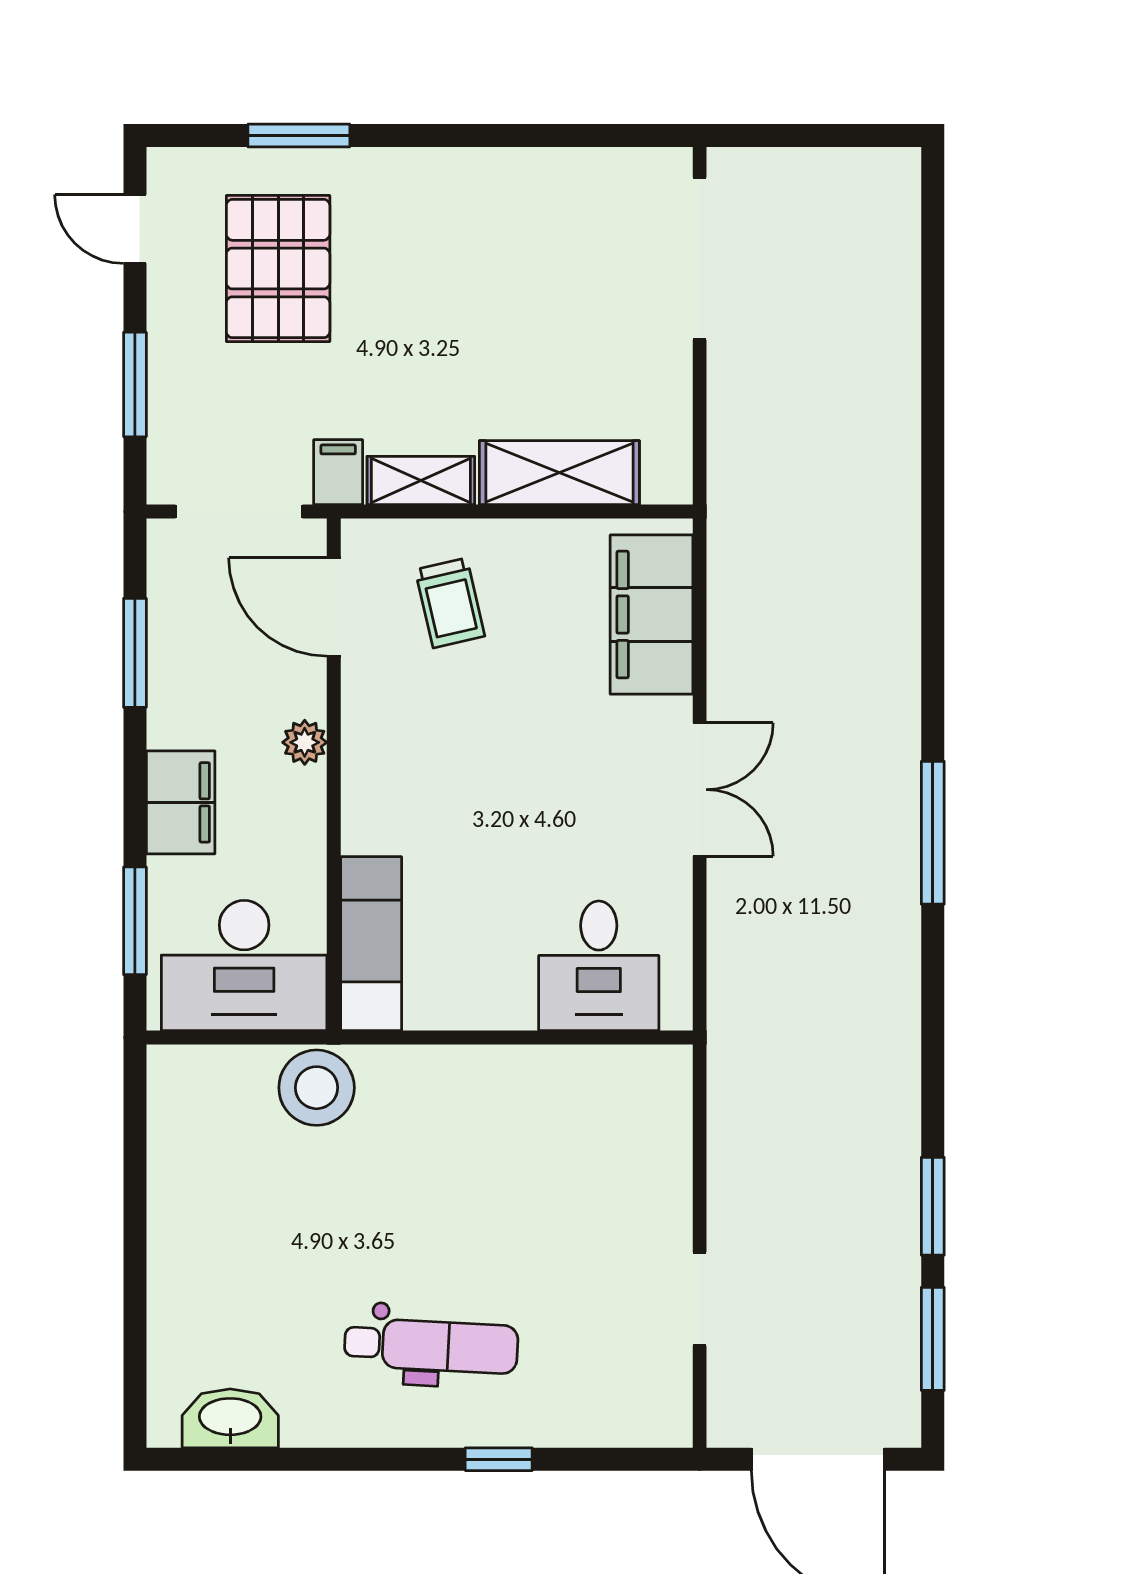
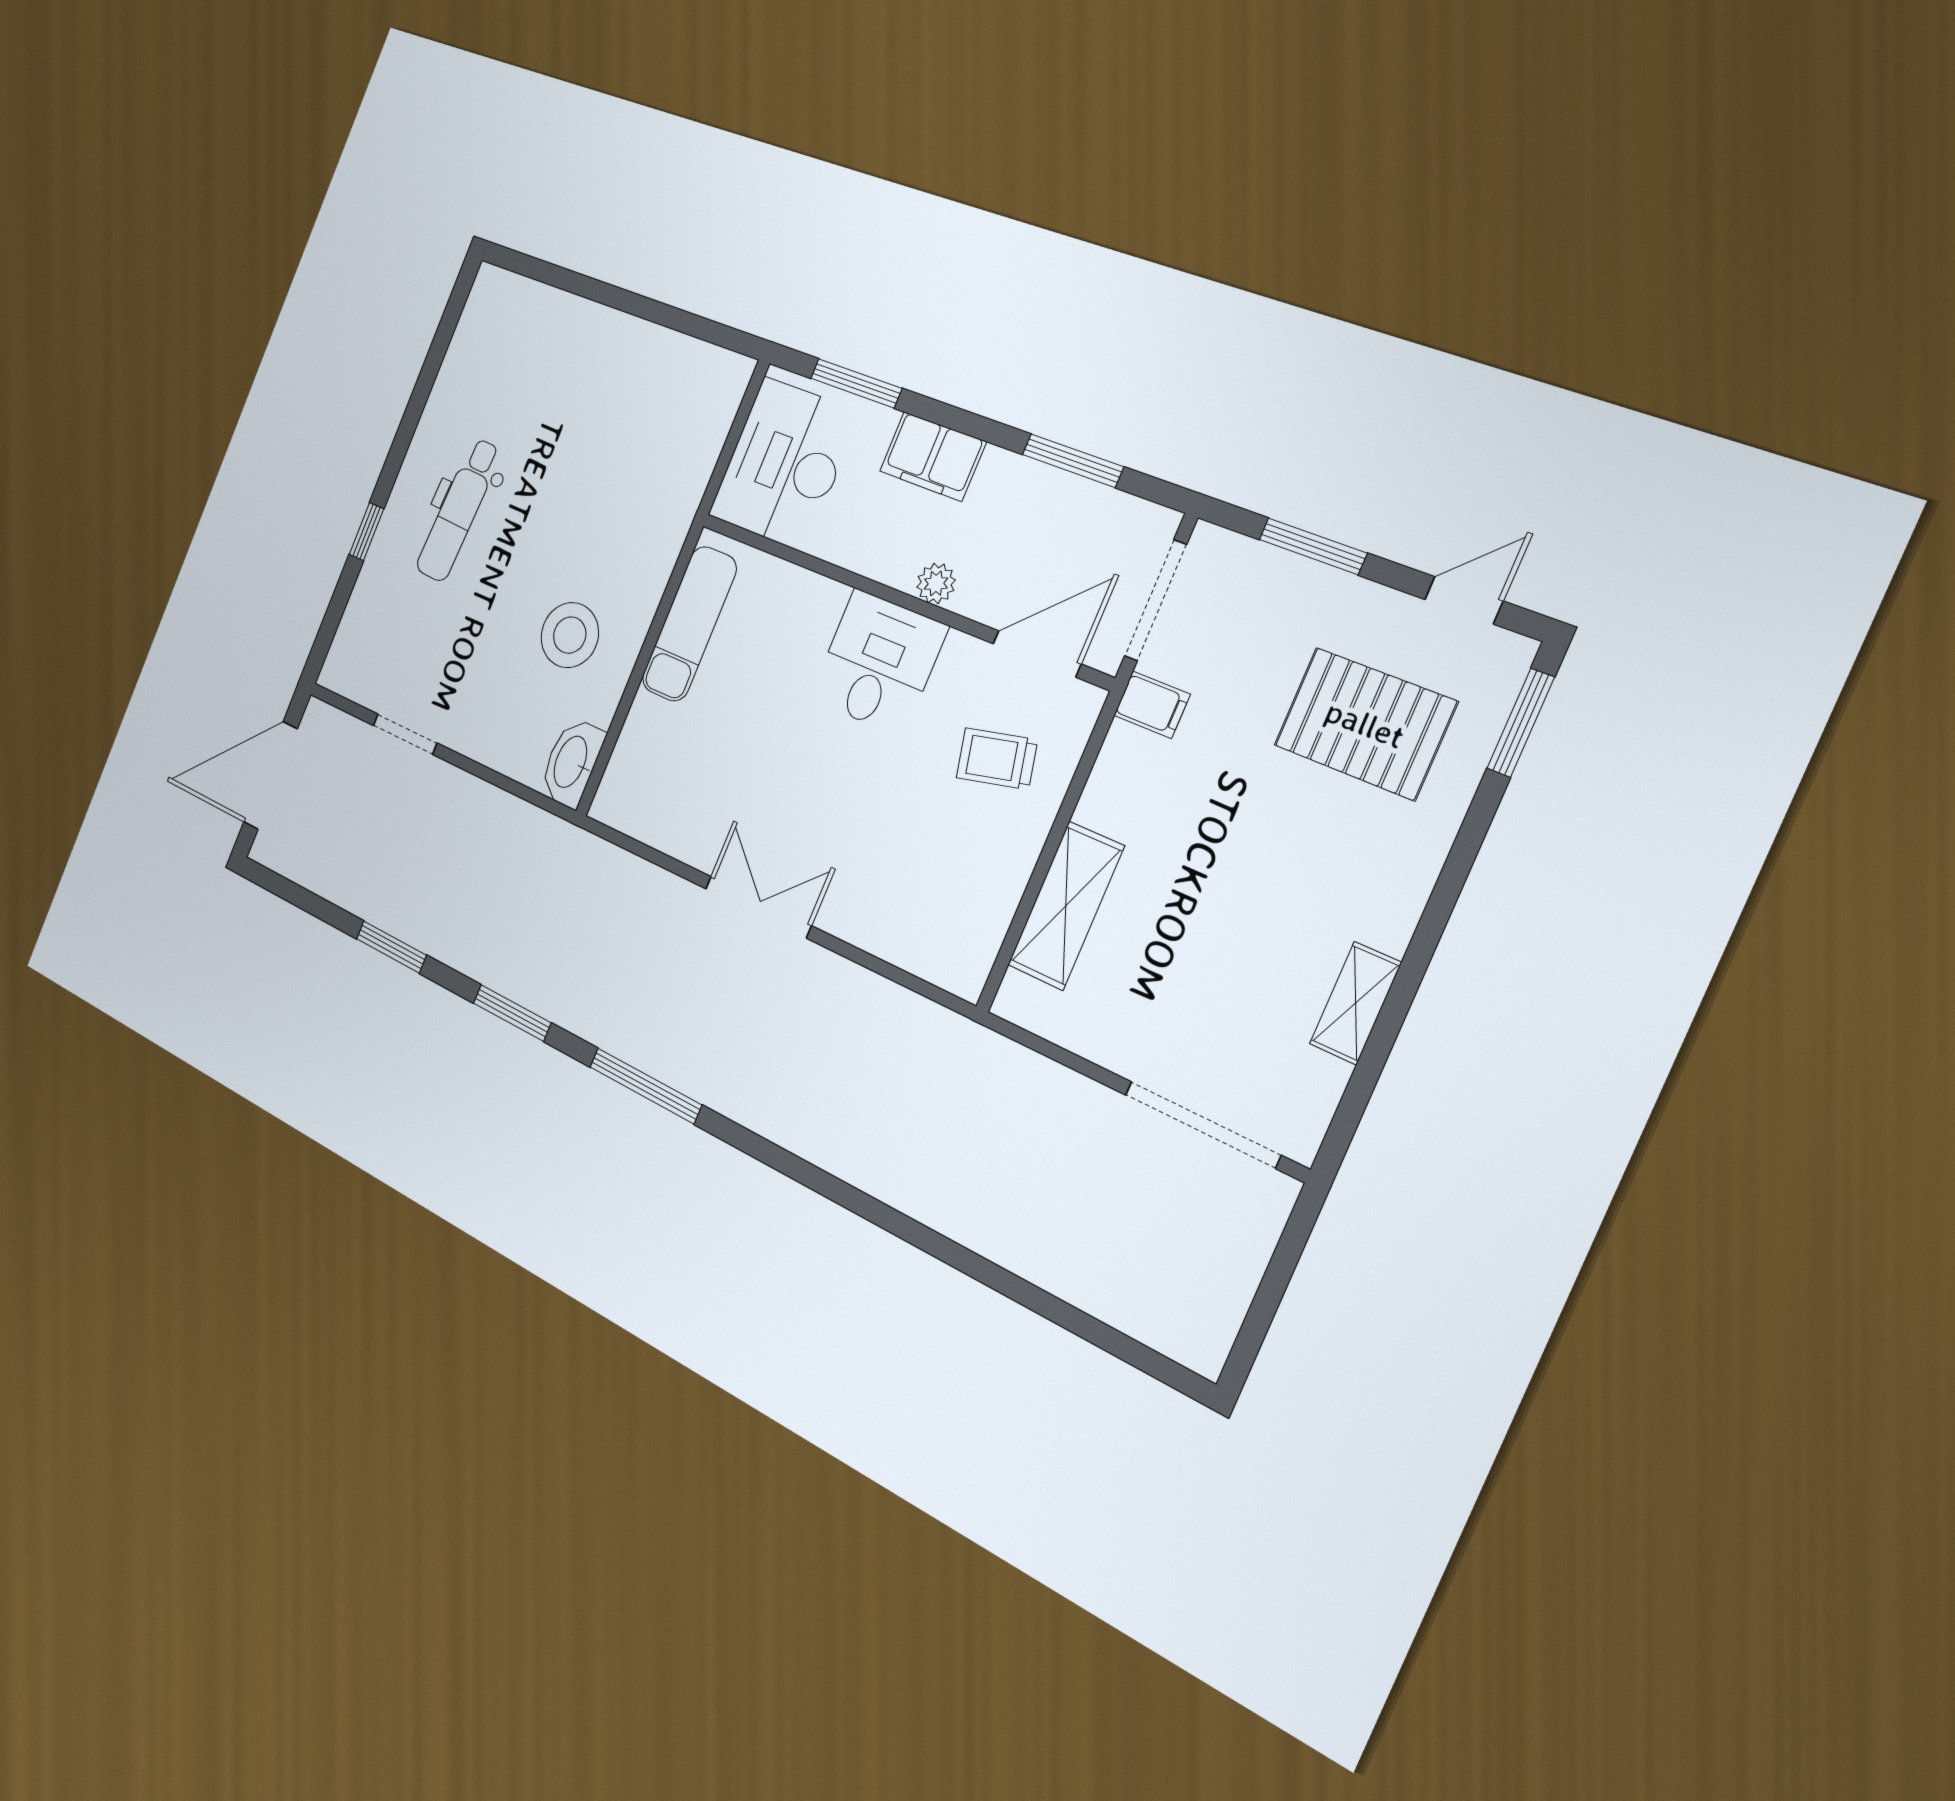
window: (299, 136) -> (1521, 723), moved
shelving: (421, 481) -> (1355, 1003), moved
filing cabinet: (651, 615) -> (913, 932), removed
double door: (700, 790) -> (758, 907), swing flipped
exam couch: (371, 944) -> (689, 624), moved, turned -90
desk: (599, 966) -> (879, 663), moved, turned 90
stool: (317, 1088) -> (570, 635), moved
window: (933, 1339) -> (512, 1013), moved
washbasin: (230, 1418) -> (572, 762), moved, turned 180

